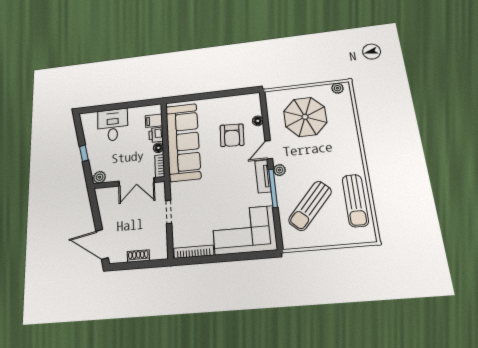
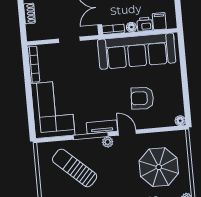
floor lamp: (258, 121) -> (180, 121), moved

